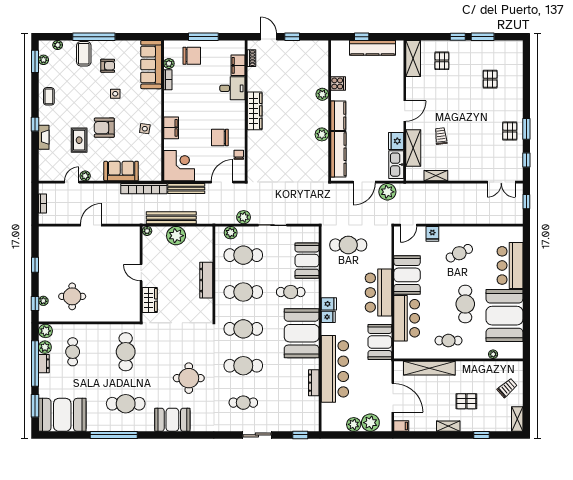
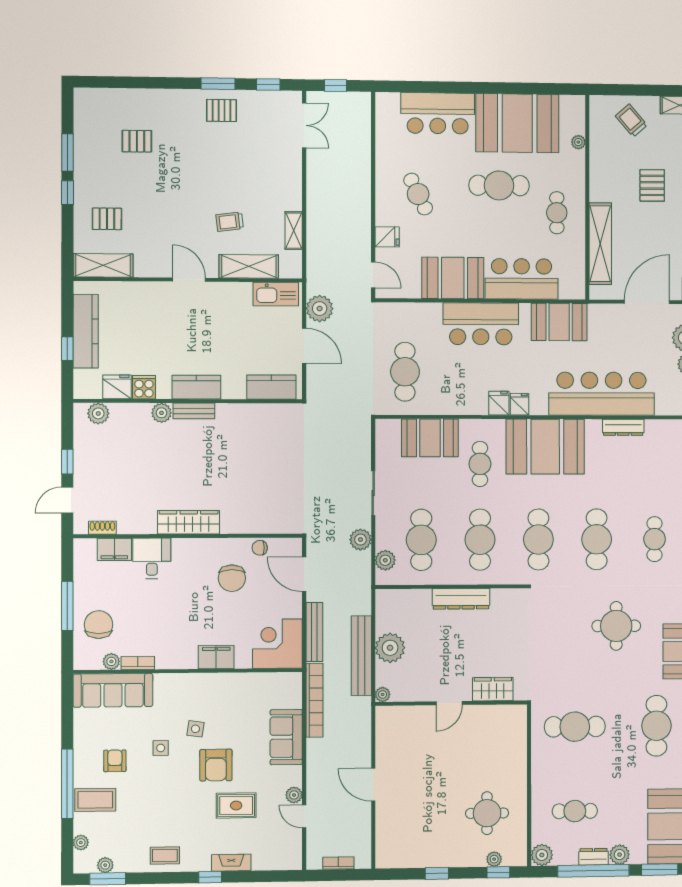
bench: (324, 114) -> (194, 411), added
side table: (145, 129) -> (195, 729), moved
plant: (322, 134) -> (98, 413), moved
fridge: (396, 141) -> (117, 387), moved, turned 180
kitchen counter: (338, 154) -> (271, 387), width x0.67
plant: (45, 347) -> (620, 855), moved

